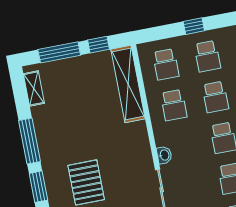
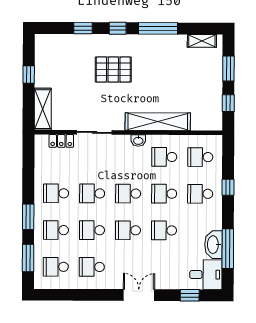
window: (59, 52) -> (228, 68), width x0.69
shelving: (128, 84) -> (158, 122), moved
washbasin: (164, 155) -> (138, 141), moved
window: (38, 187) -> (118, 28), width x0.67

